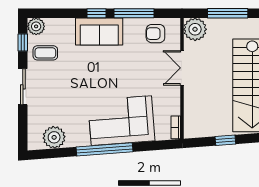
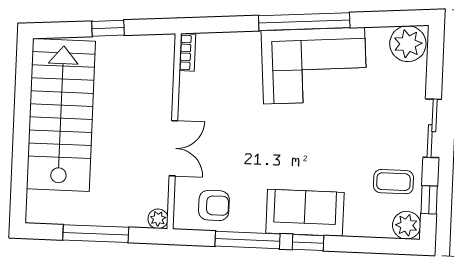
plant: (195, 29) -> (158, 219), width x0.53, depth x0.53
corner sofa: (121, 121) -> (314, 66), moved
plant: (54, 137) -> (408, 44), moved

